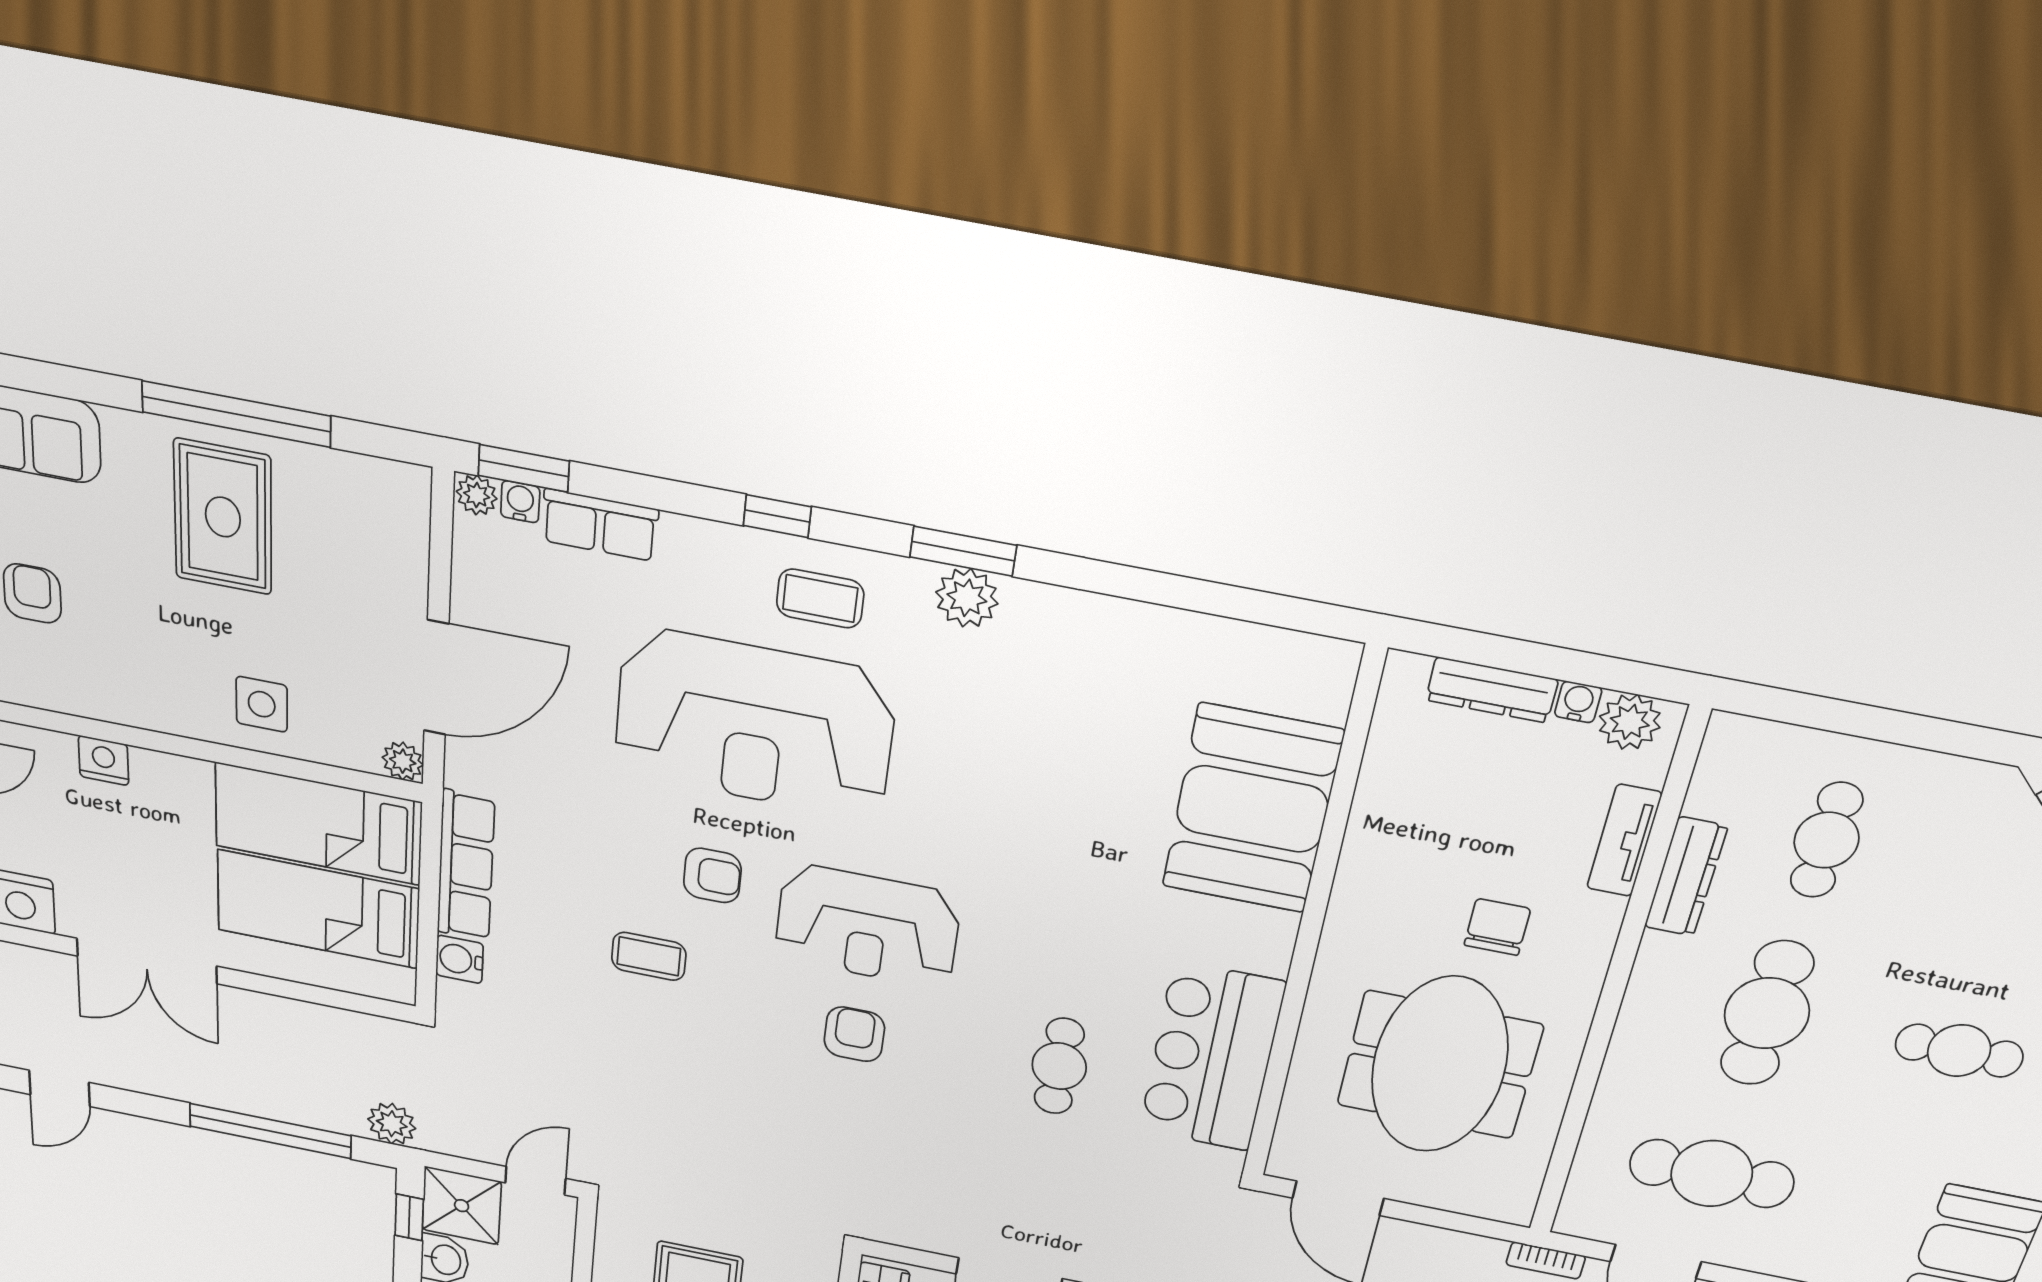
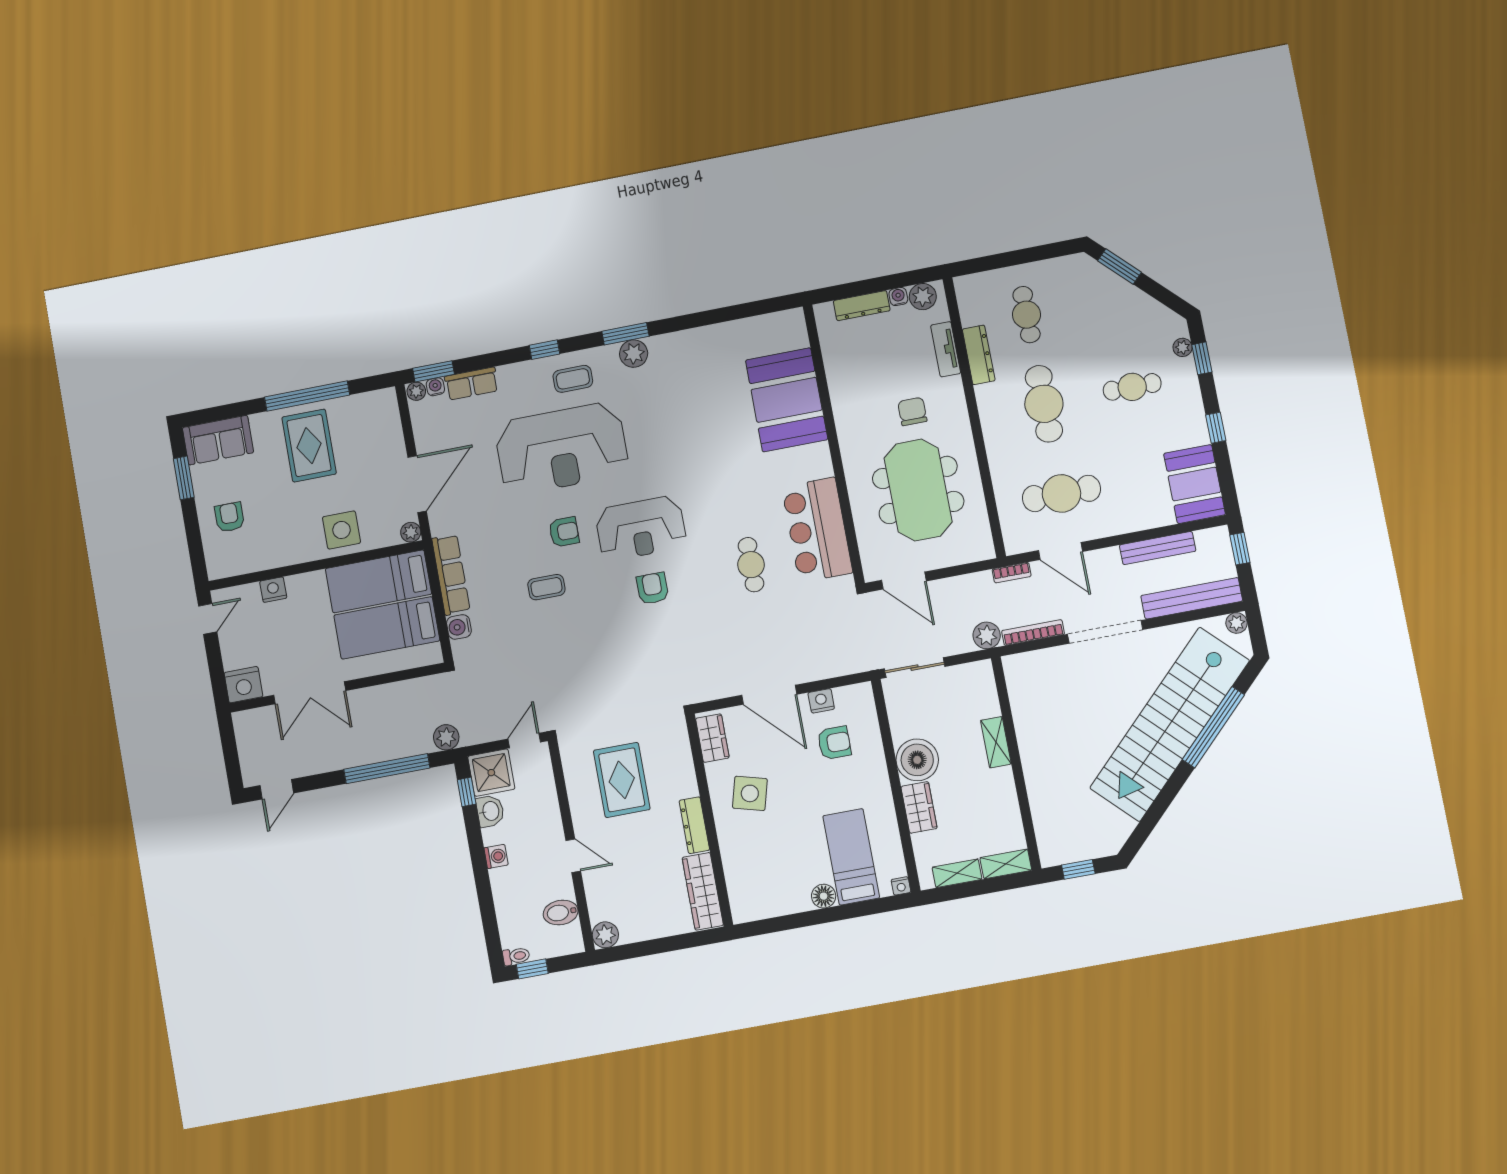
side table: (262, 704) -> (342, 530), width x1.37, depth x1.37

